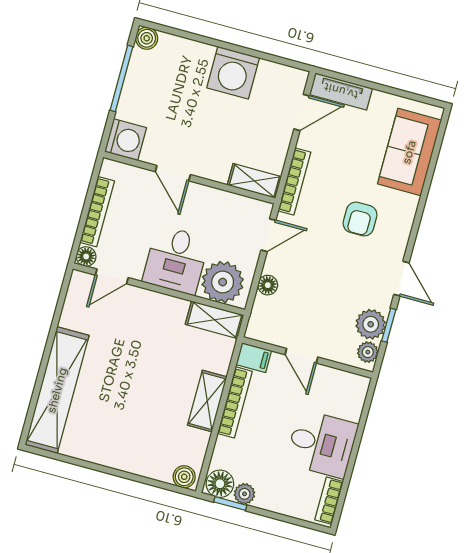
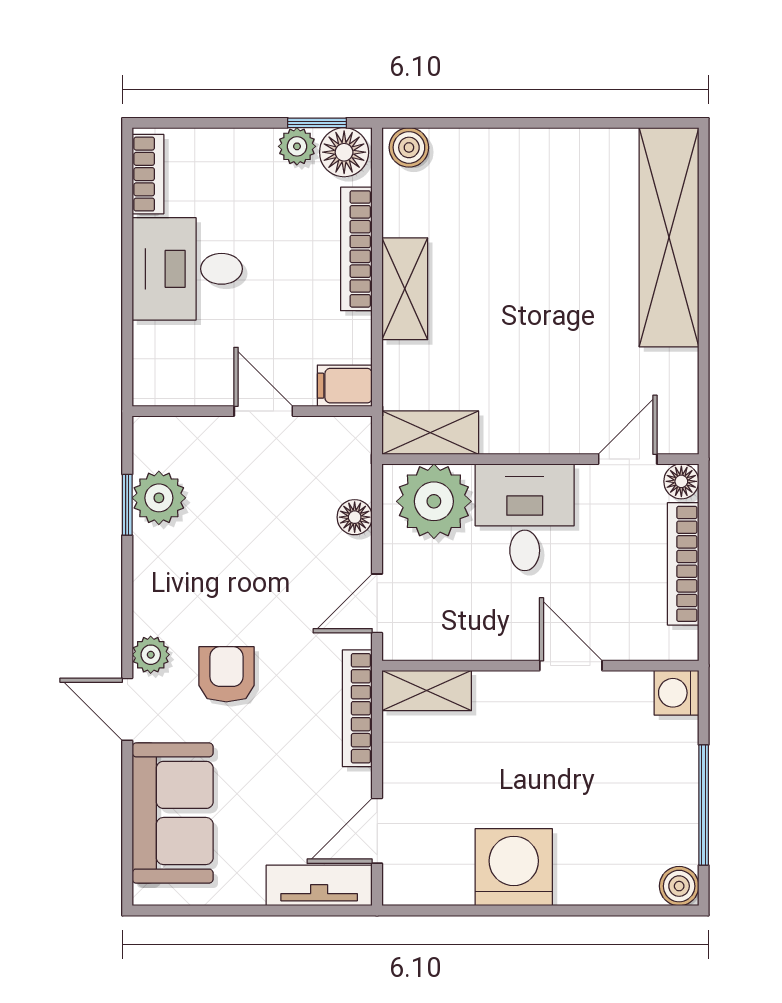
washing machine: (126, 140) -> (676, 693), width x0.73, depth x0.73
door: (401, 279) -> (127, 709), moved
plant: (368, 352) -> (151, 655), moved
bookcase: (235, 402) -> (356, 249), moved

